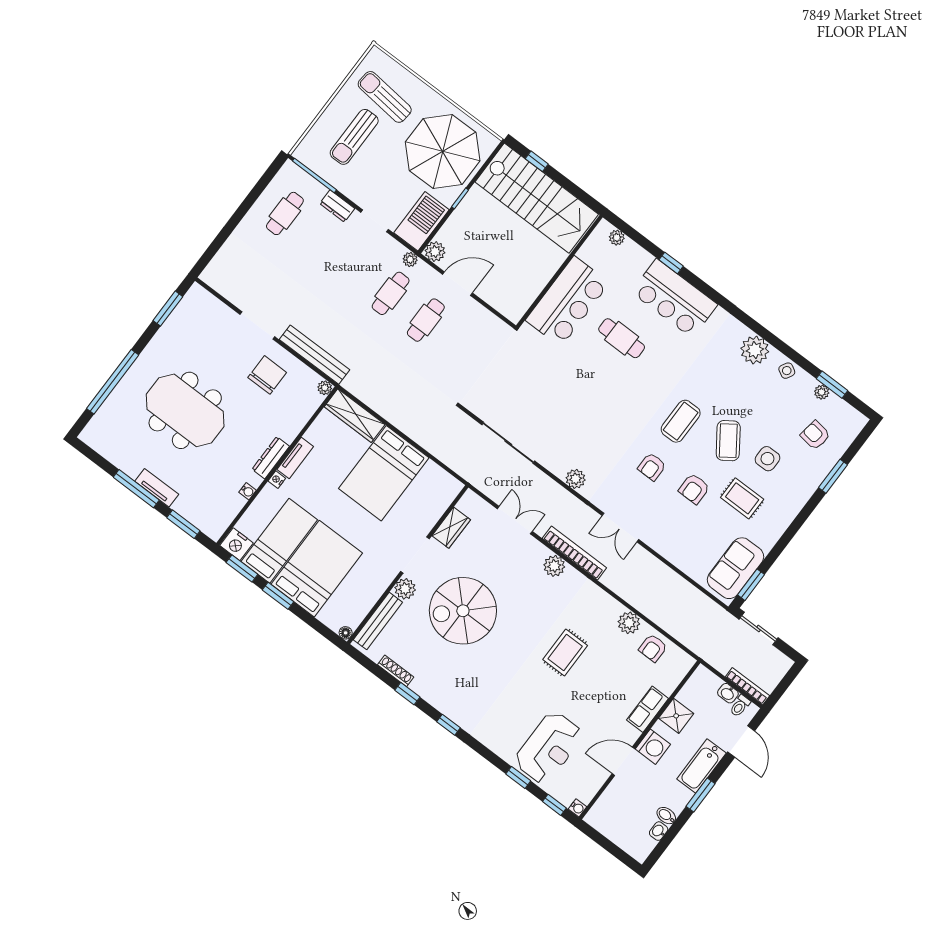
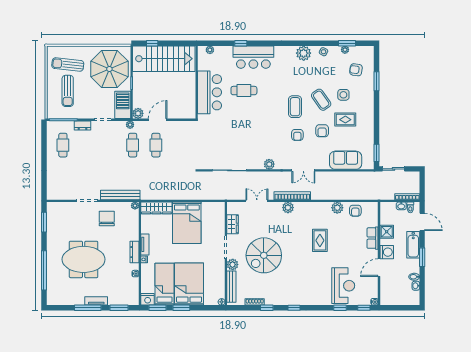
sofa: (736, 568) -> (346, 160), moved, turned 90

